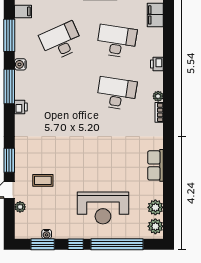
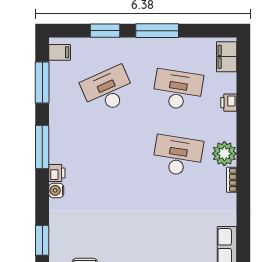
water cooler: (20, 64) -> (56, 190), moved
printer: (157, 64) -> (229, 103), moved
plant: (158, 96) -> (224, 154), width x1.88, depth x1.88

